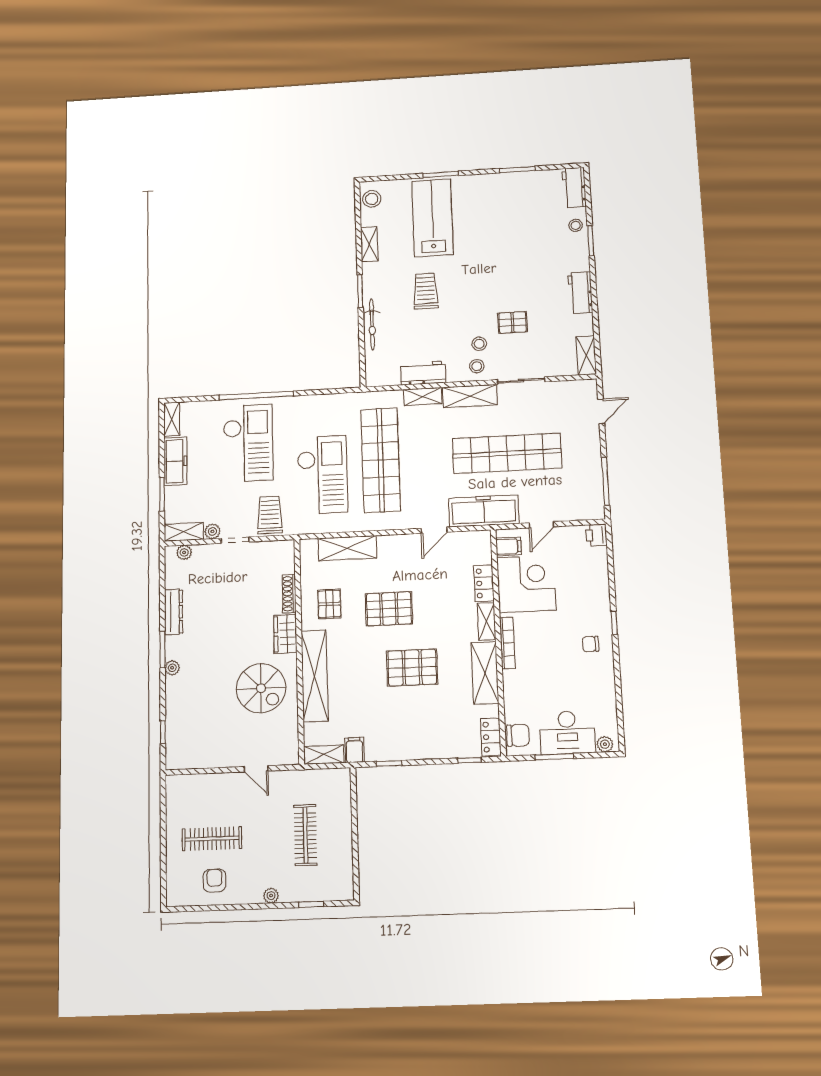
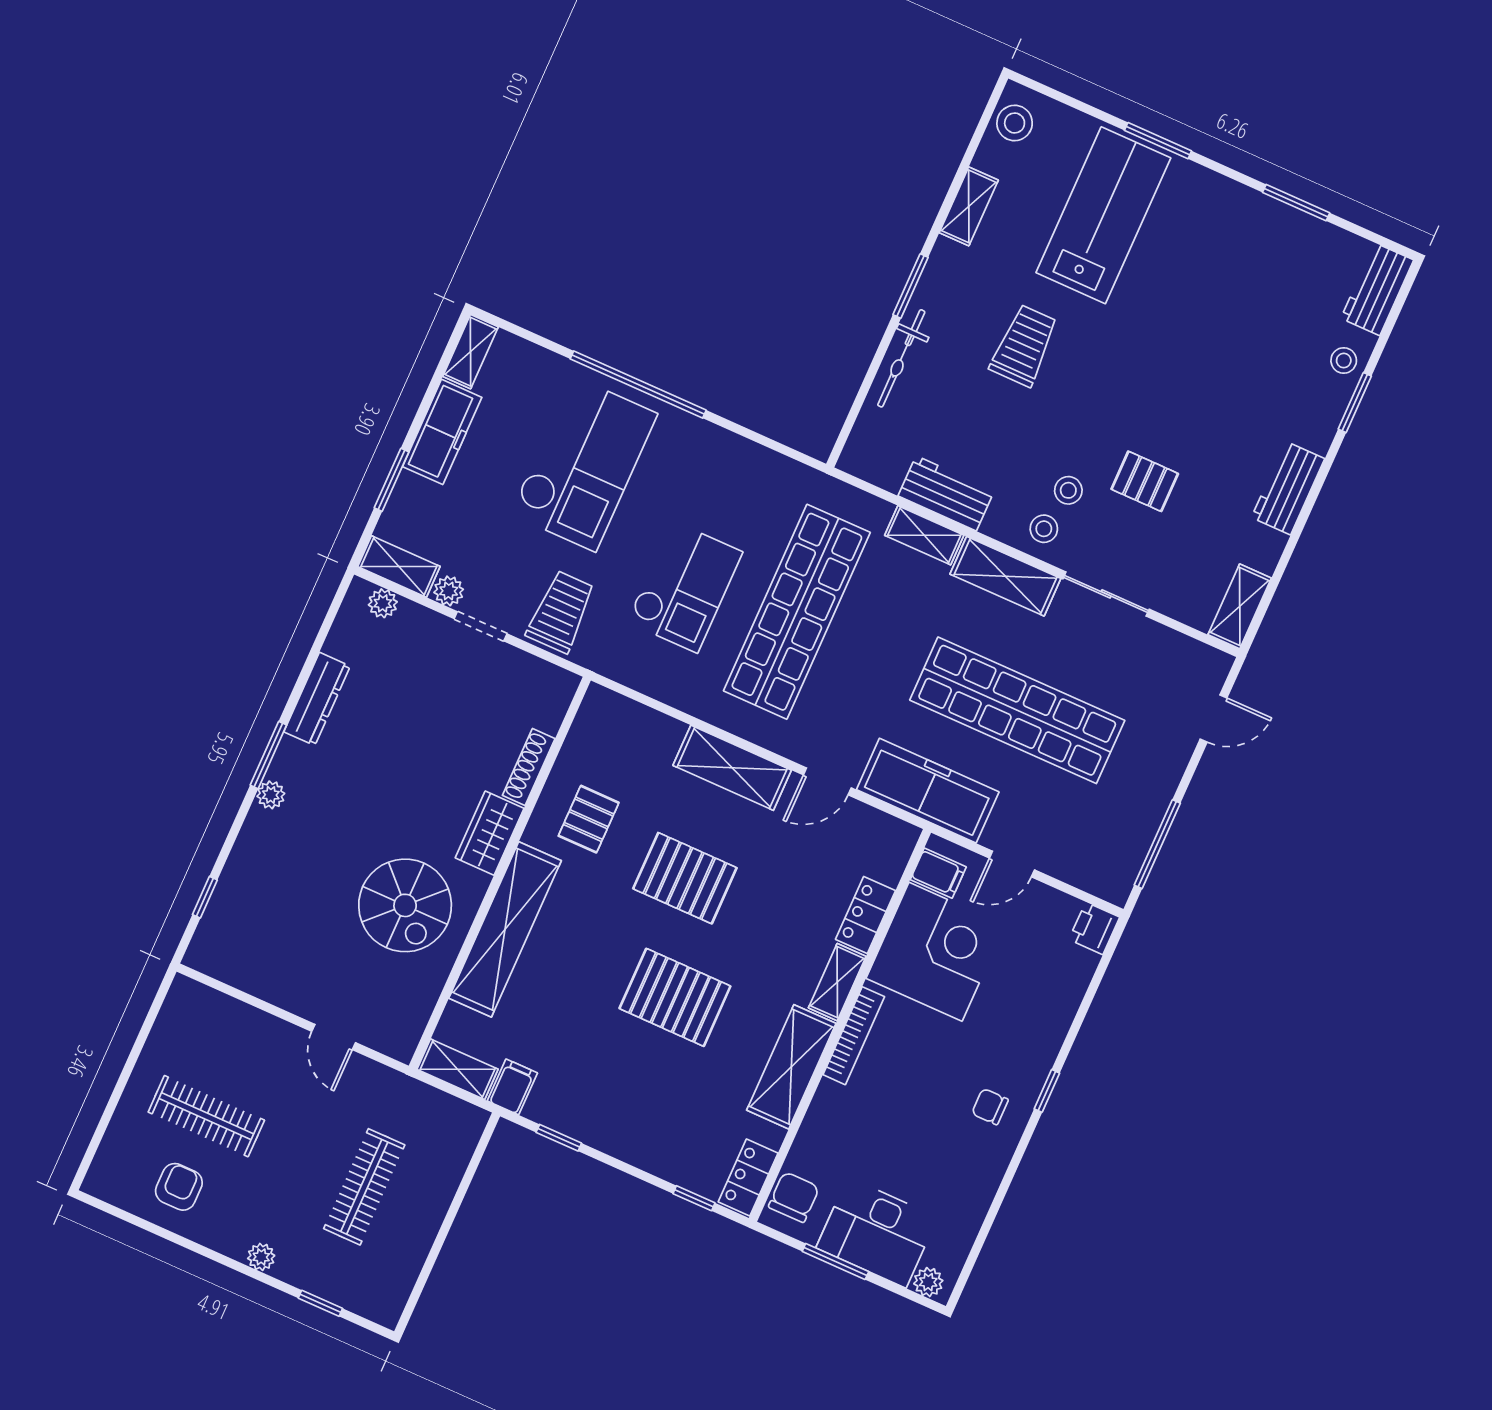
checkout: (322, 475) -> (685, 587), width x0.73, depth x0.83
shelving: (347, 548) -> (732, 768), moved
chair: (518, 735) -> (794, 1197), turned -90

